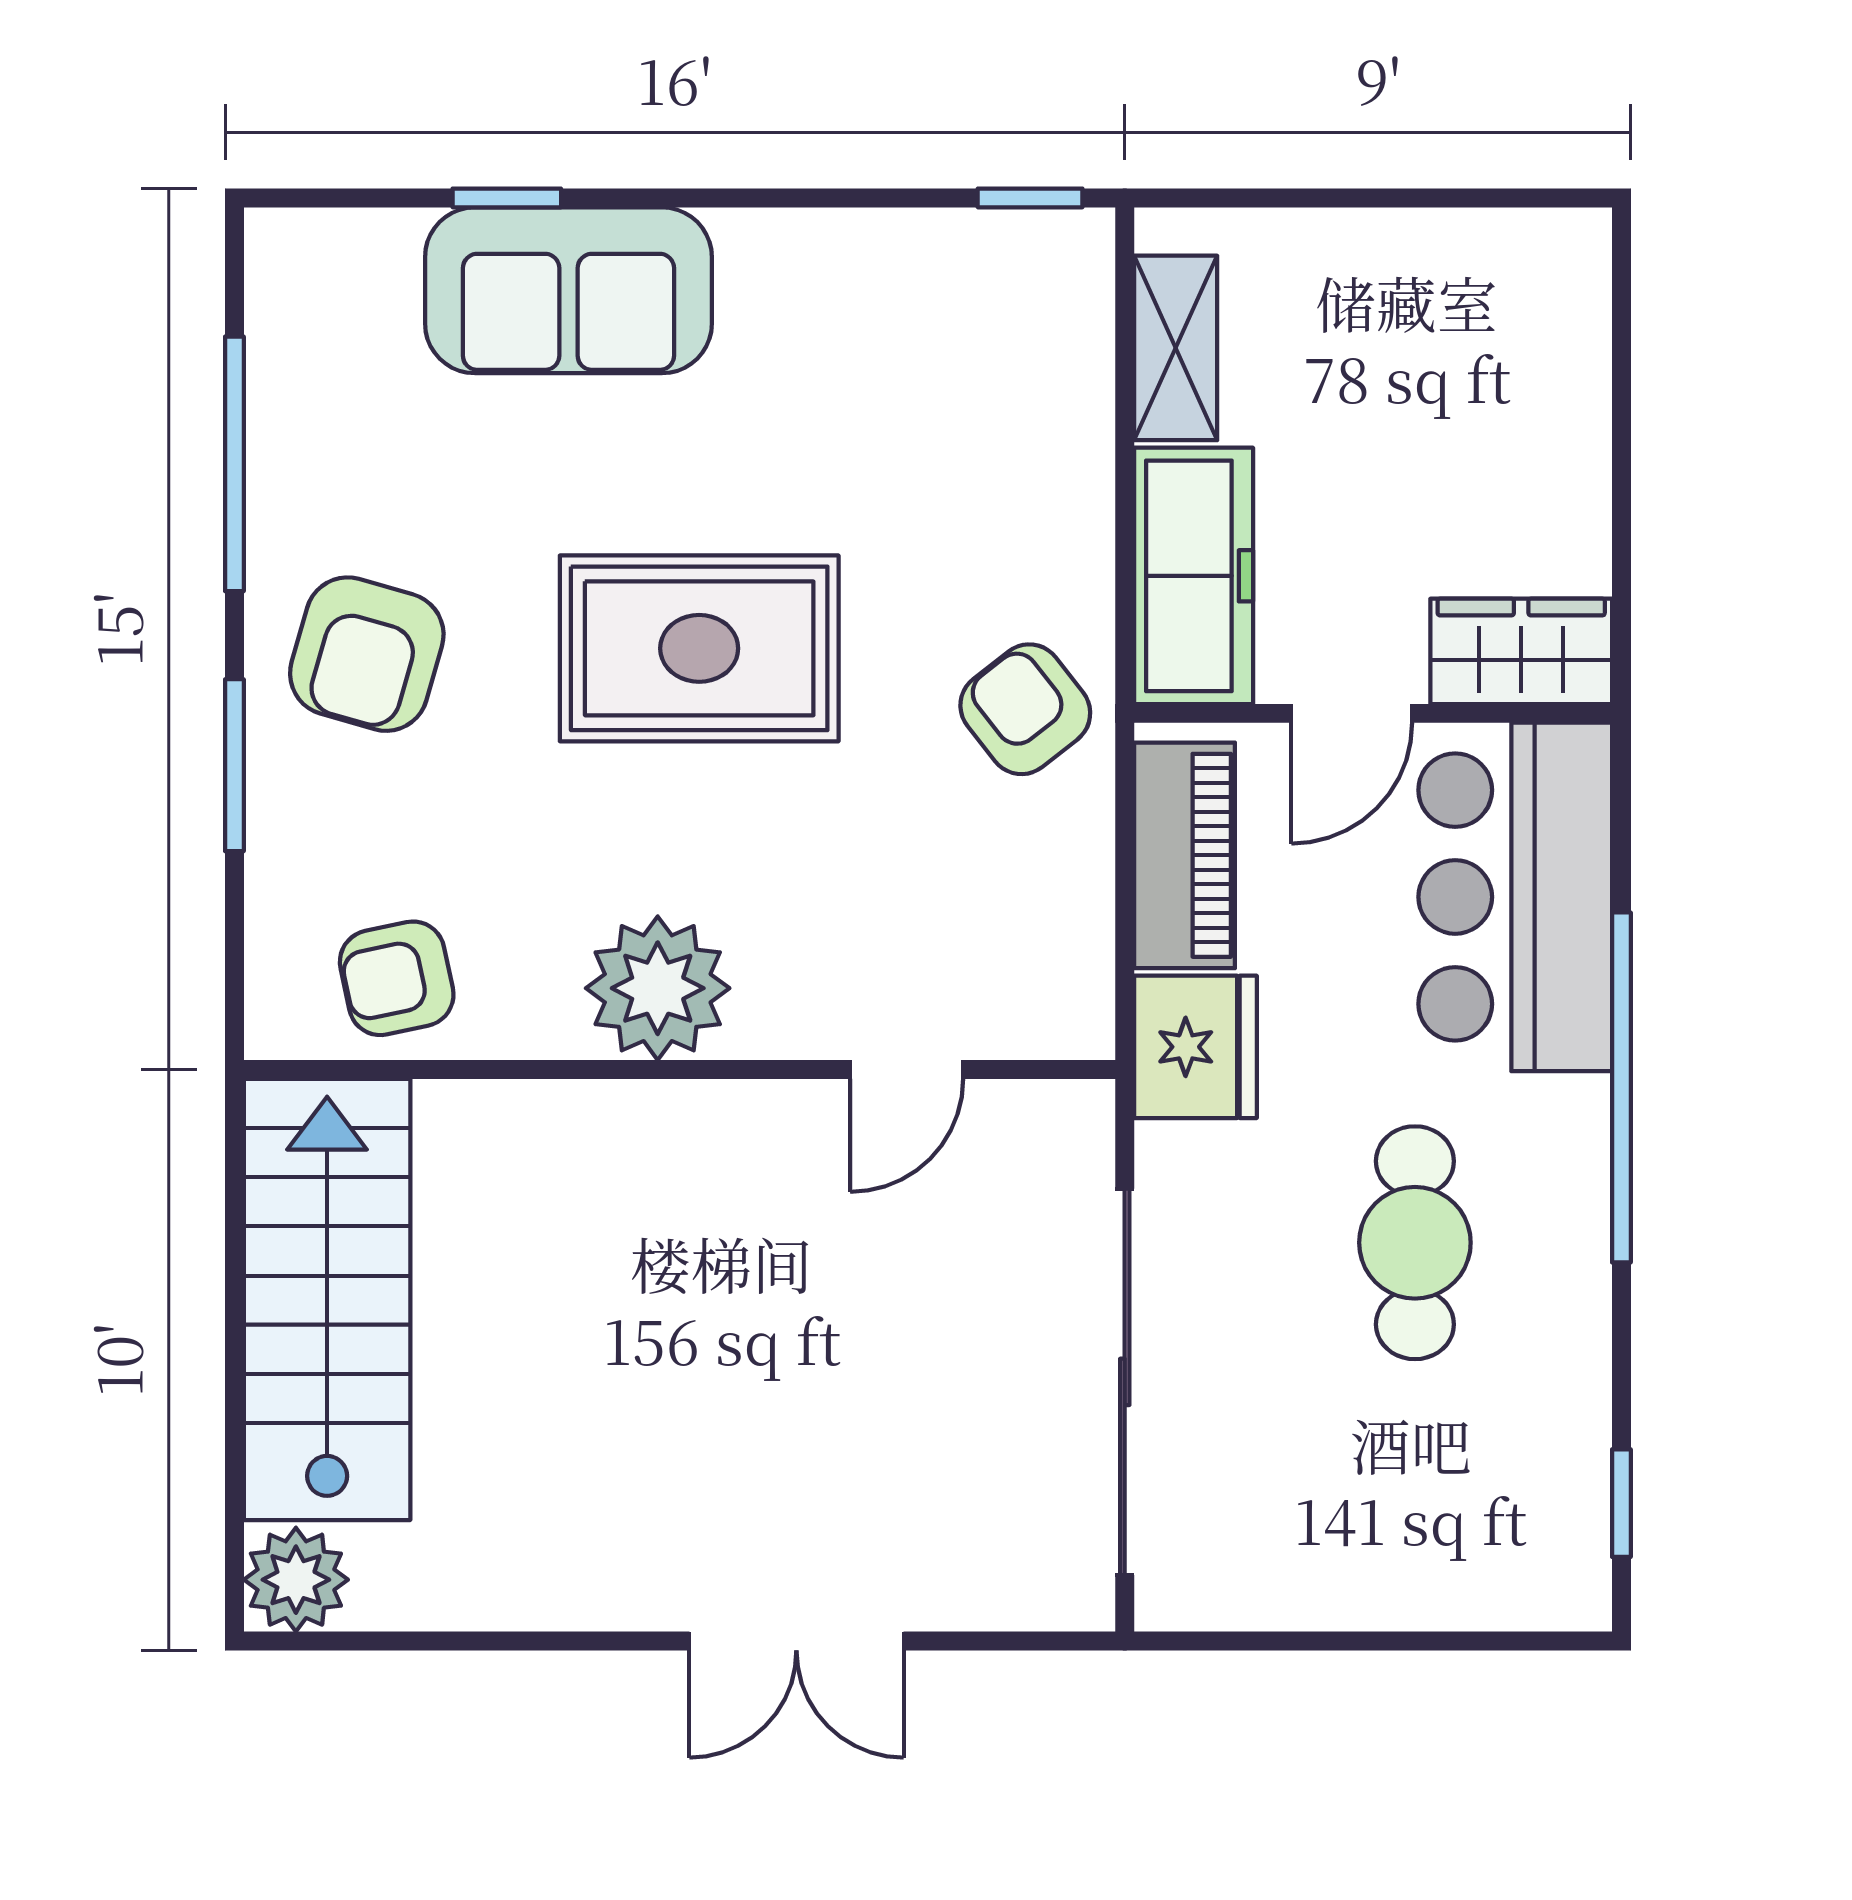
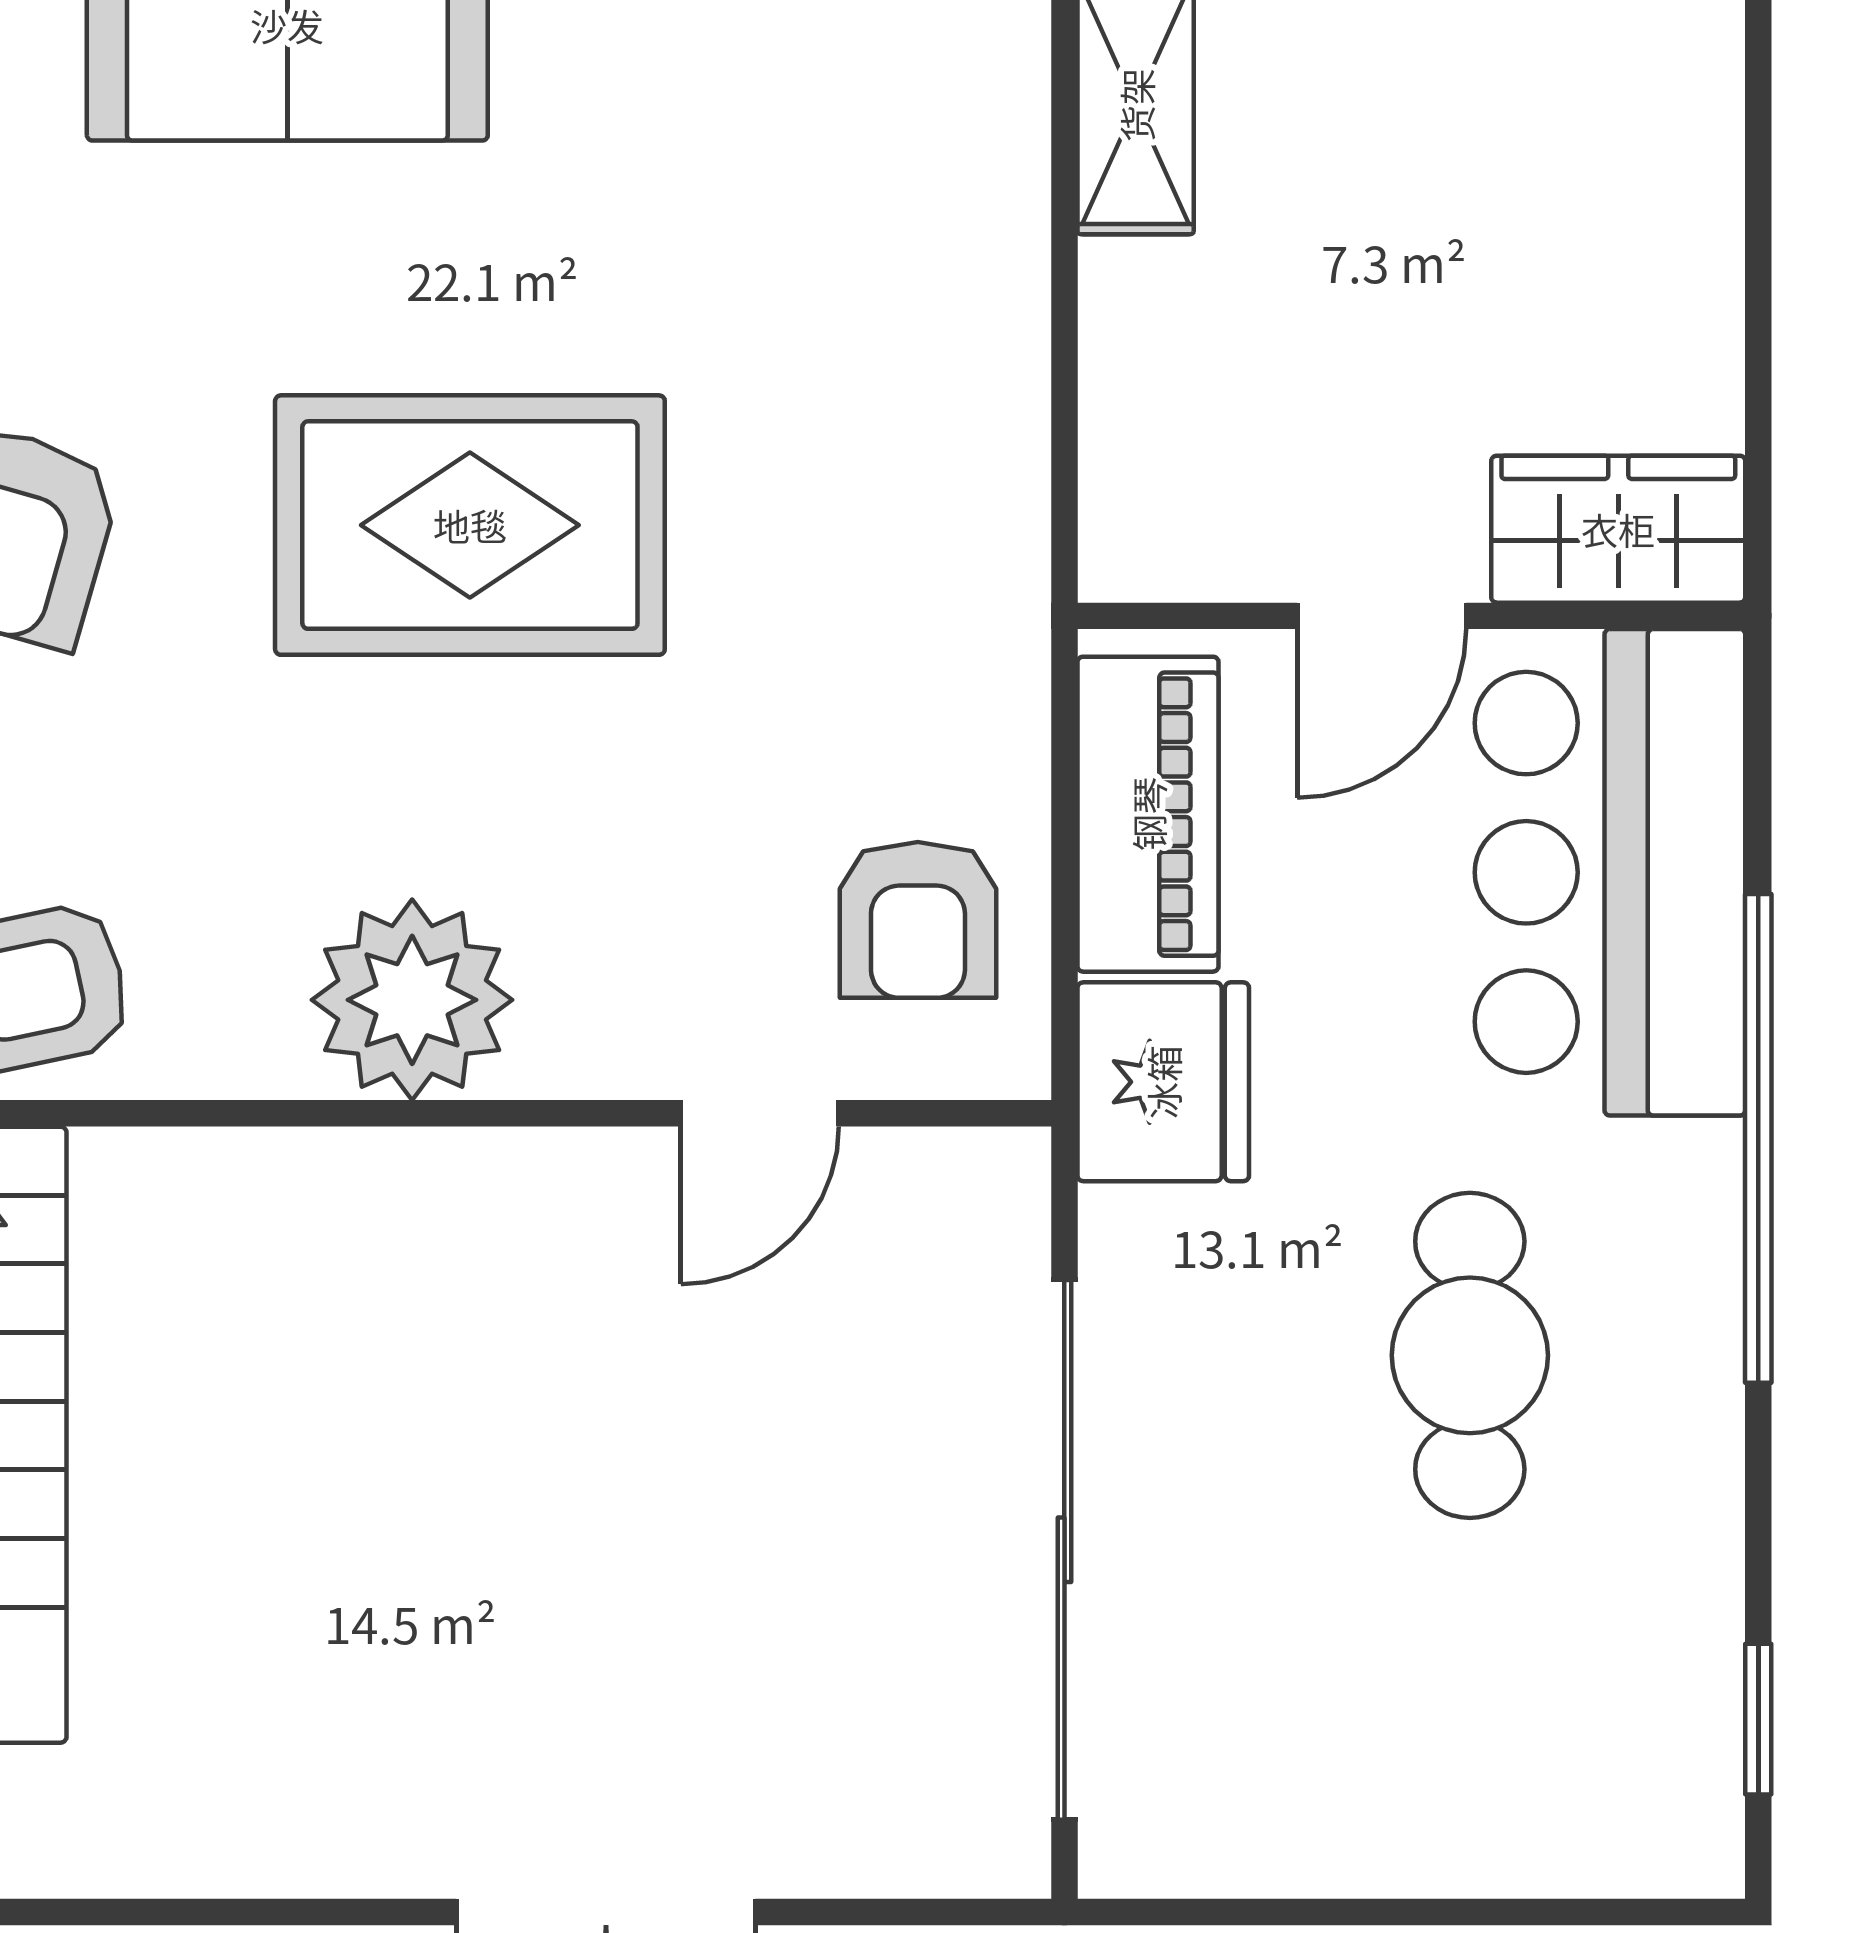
freezer: (1194, 576) -> (1161, 424), removed
armchair: (1025, 709) -> (918, 920), moved, turned -142

